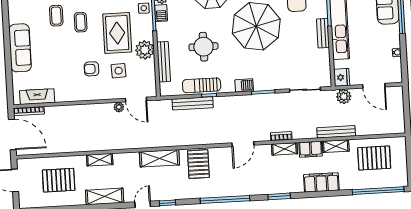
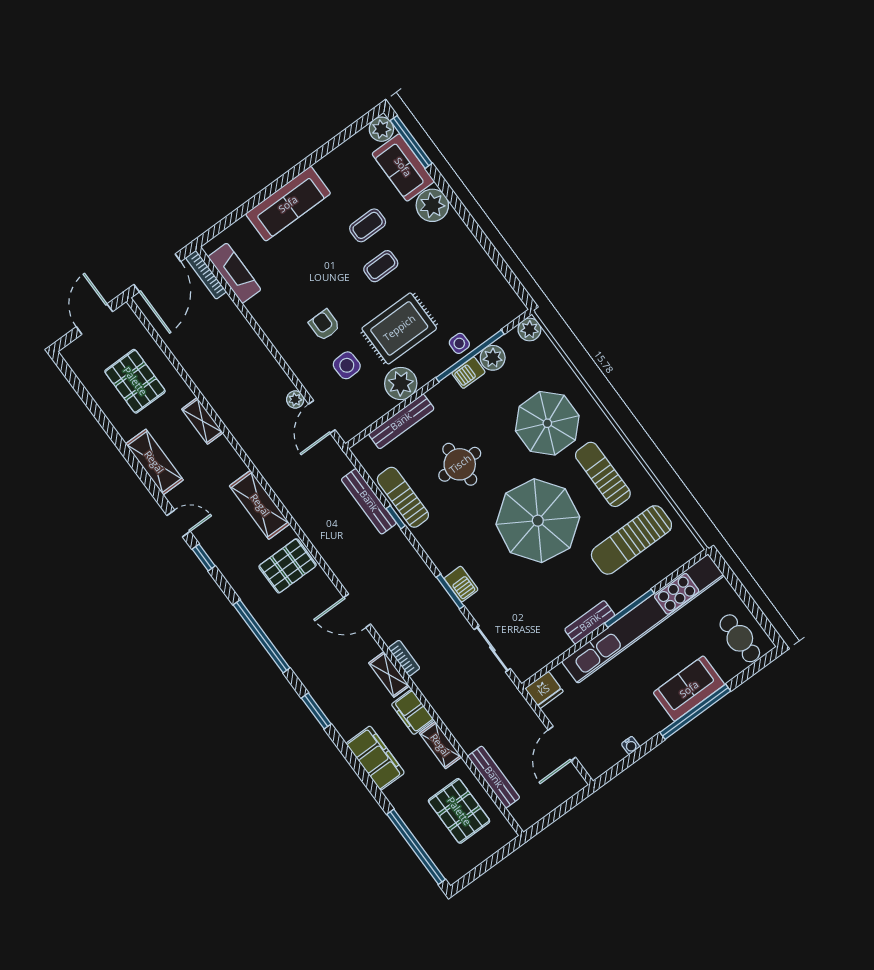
barbecue: (244, 85) -> (461, 584), moved
plant: (344, 96) -> (519, 710), removed
bench: (336, 132) -> (494, 777), moved

